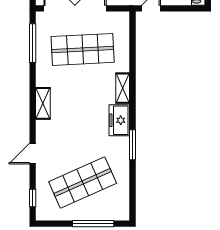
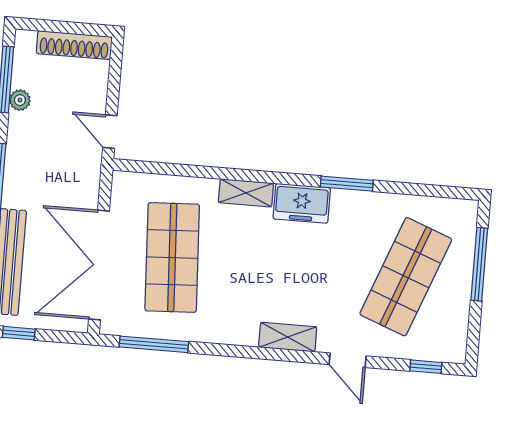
shelving: (43, 103) -> (288, 337), moved
shop shelf: (83, 183) -> (406, 277), turned 45

